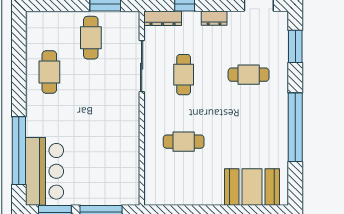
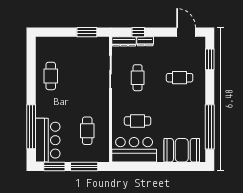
dresser: (214, 18) -> (145, 41), moved
cafe table: (91, 38) -> (87, 131), moved
window: (295, 127) -> (210, 127), moved
bar counter: (178, 186) -> (134, 150), added

